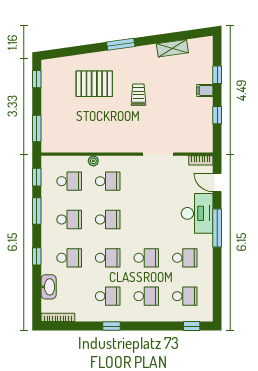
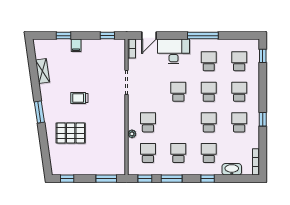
pallet: (94, 84) -> (71, 133), turned 90
window: (217, 115) -> (107, 36), moved
school desk: (108, 219) -> (178, 92), moved
window: (217, 228) -> (203, 36), moved

